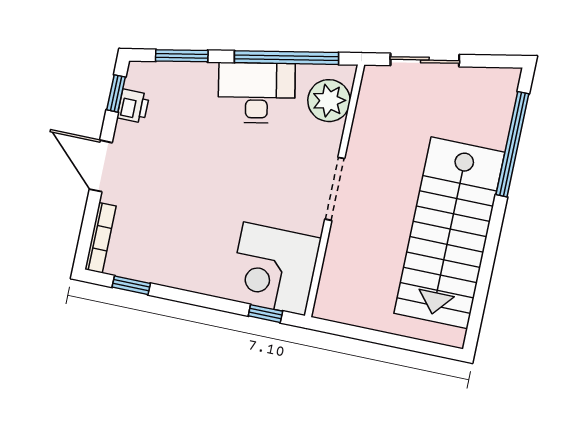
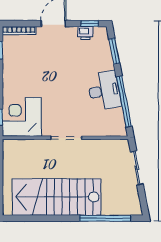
plant: (329, 101) -> (108, 126), removed

